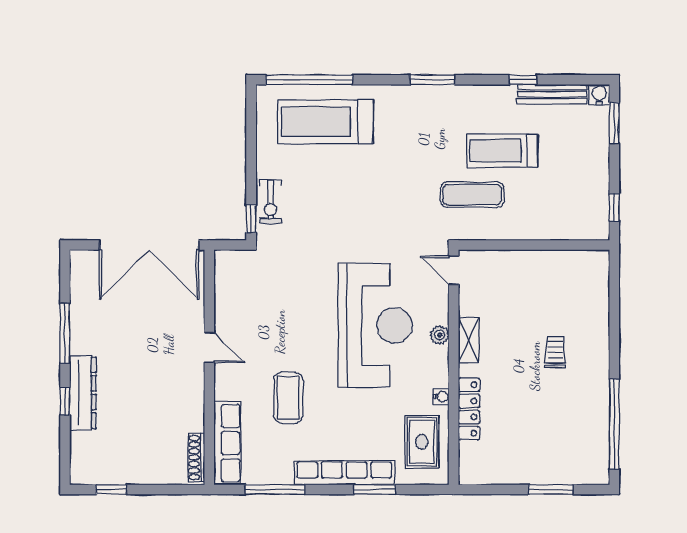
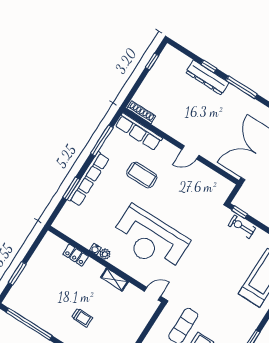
plant: (440, 335) -> (105, 254), moved
locker: (469, 409) -> (76, 255), width x0.66
rug: (422, 442) -> (80, 226), removed

